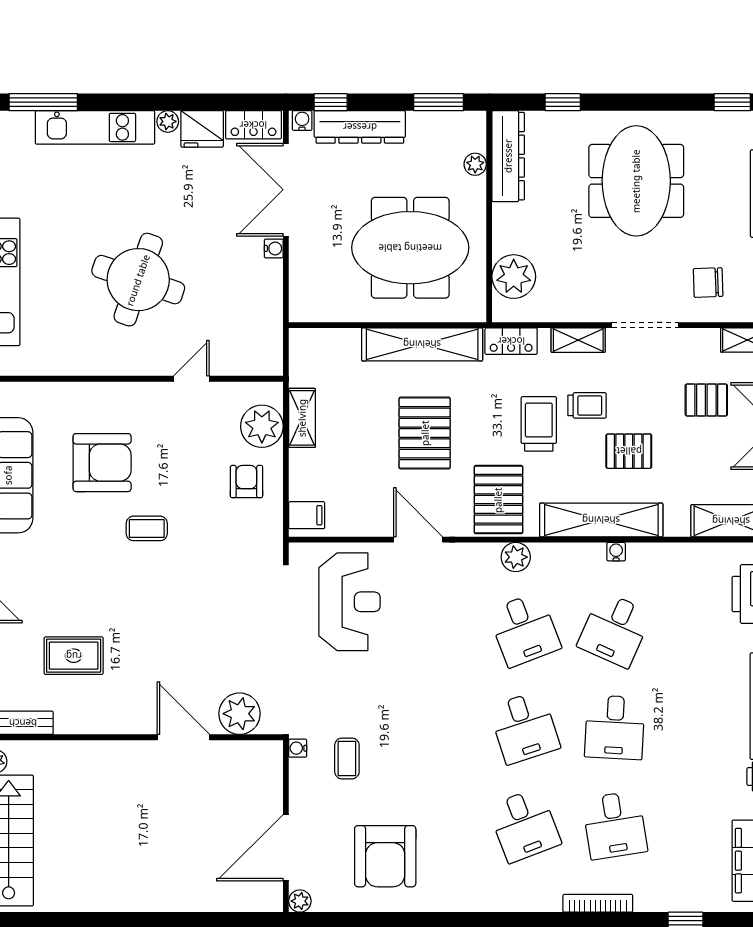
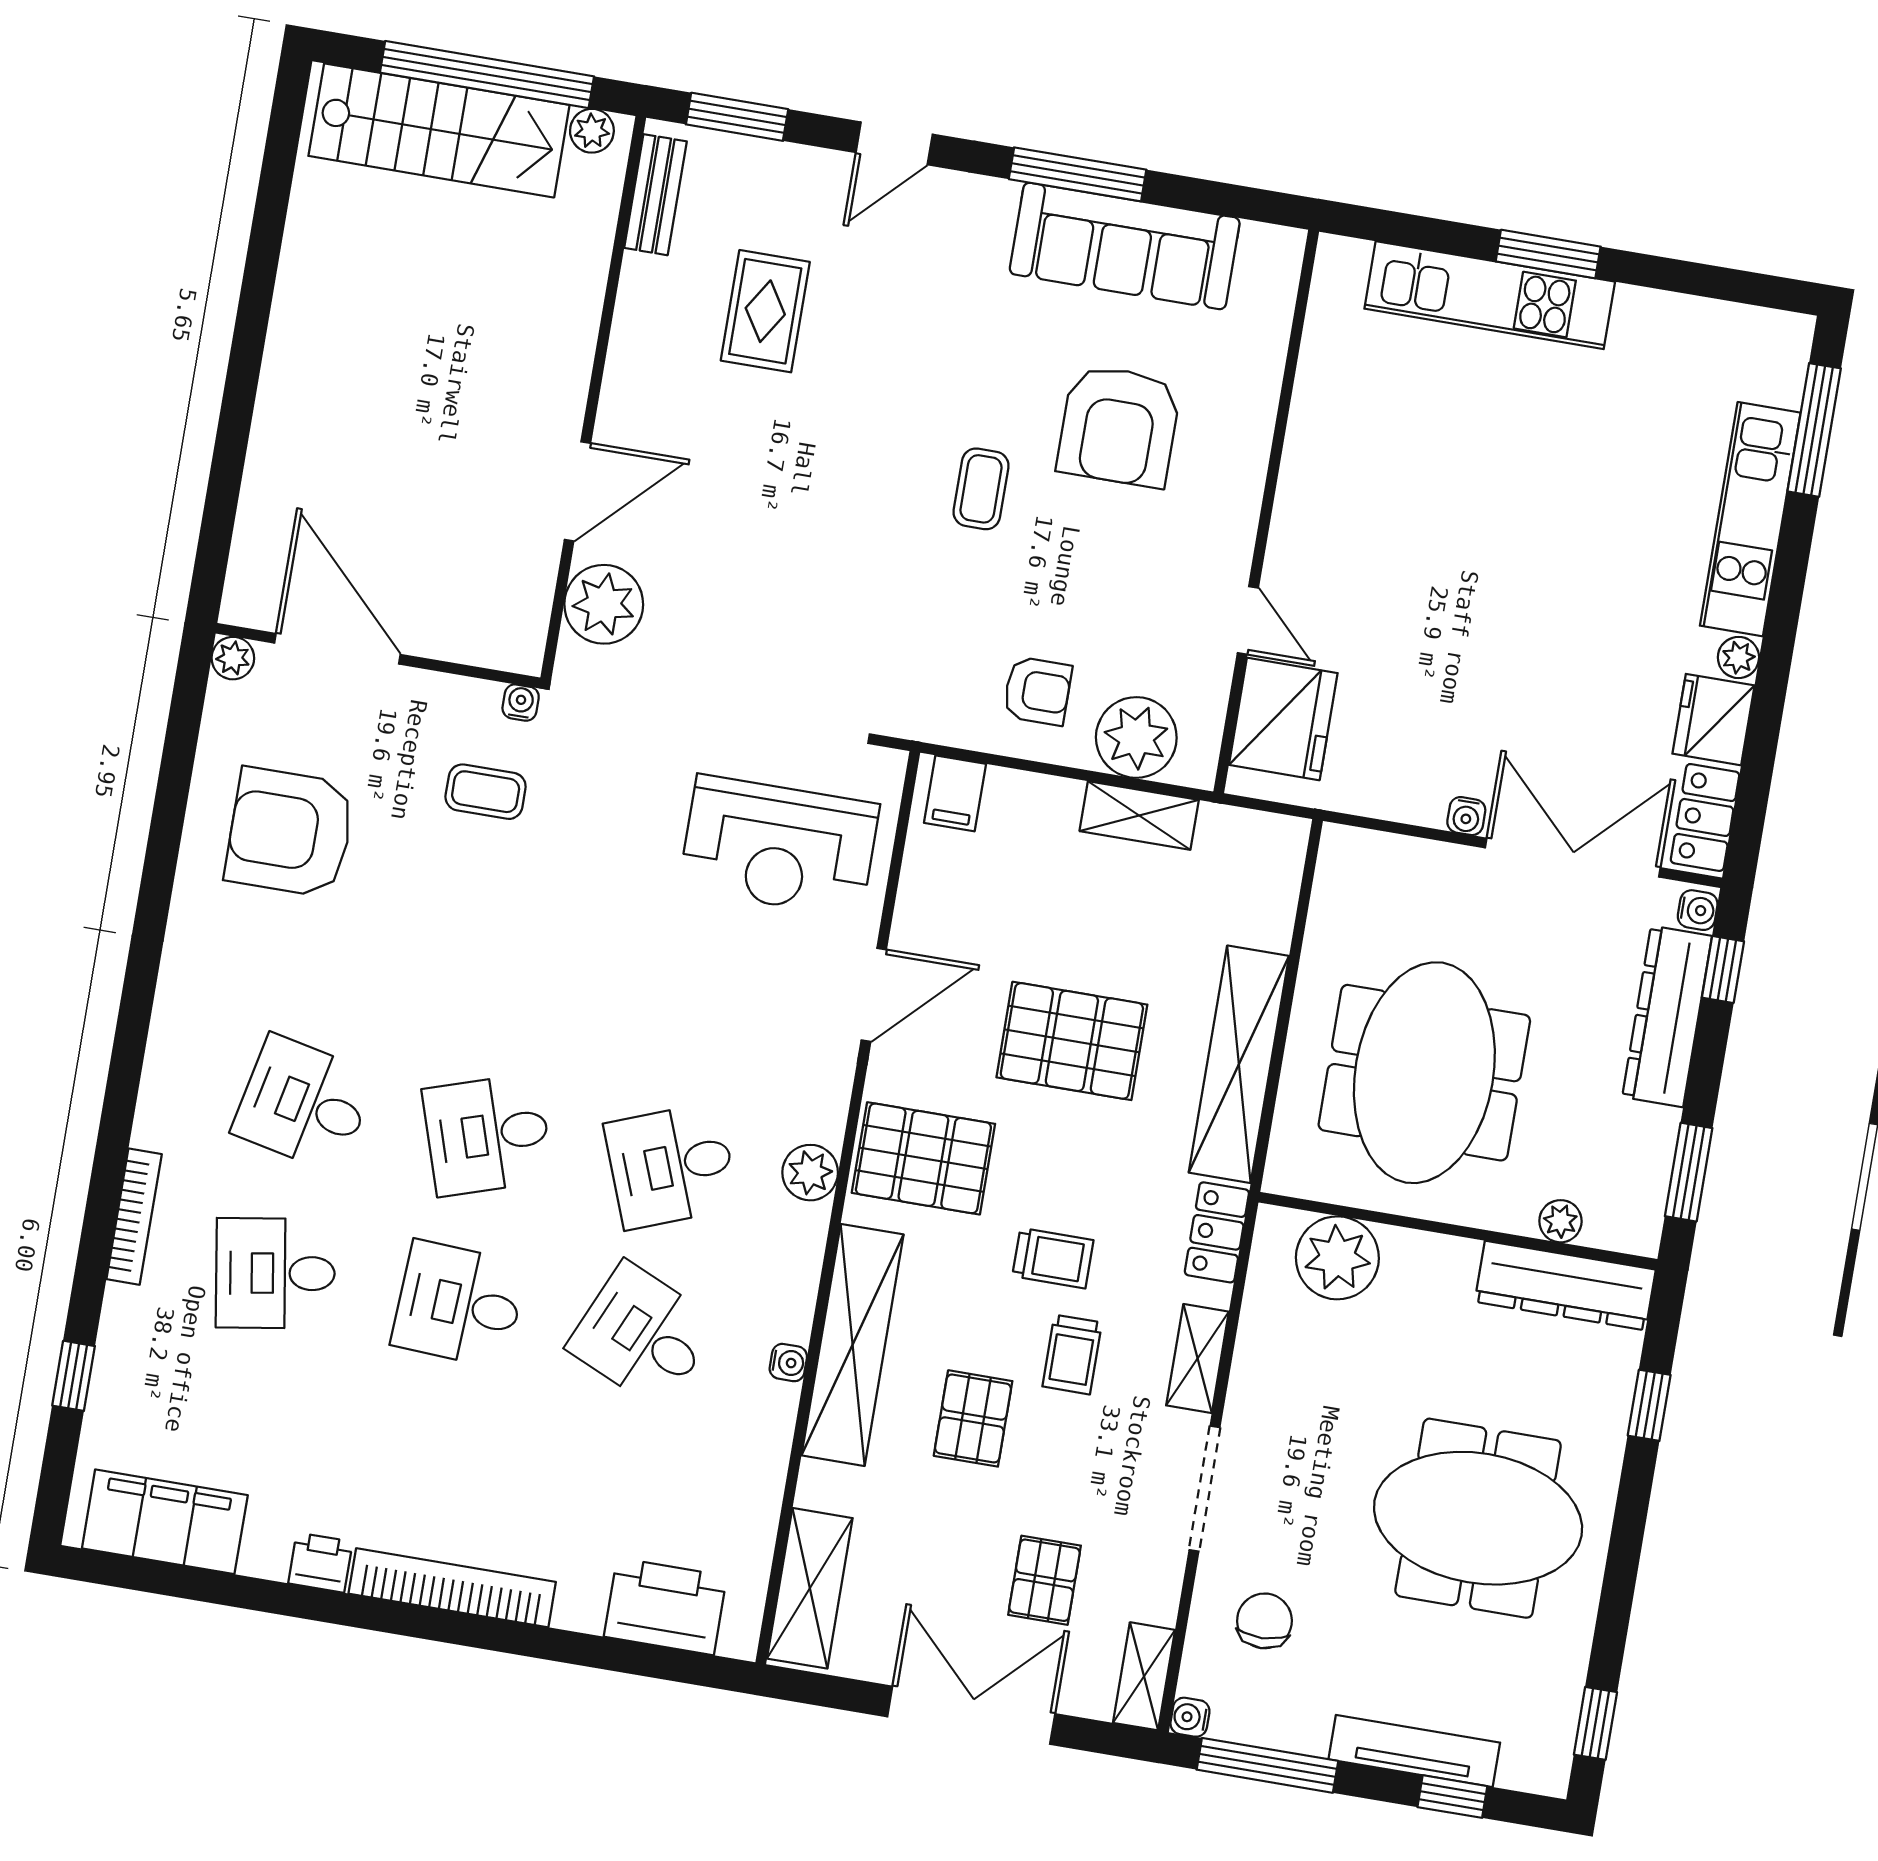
round table: (138, 280) -> (1451, 552), removed
fridge: (239, 352) -> (1283, 719), added
trolley: (539, 424) -> (1053, 1258), width x0.73, depth x0.72
desk: (524, 825) -> (304, 1104), turned 33

